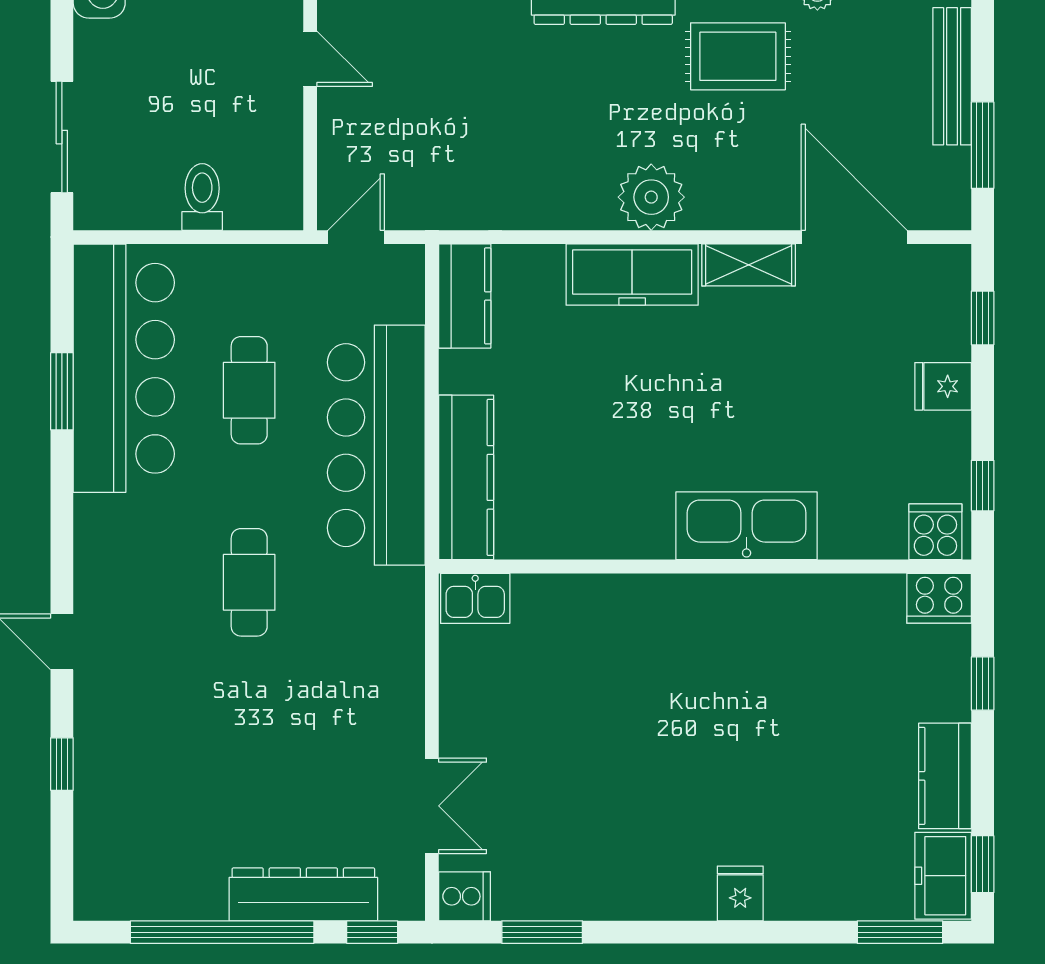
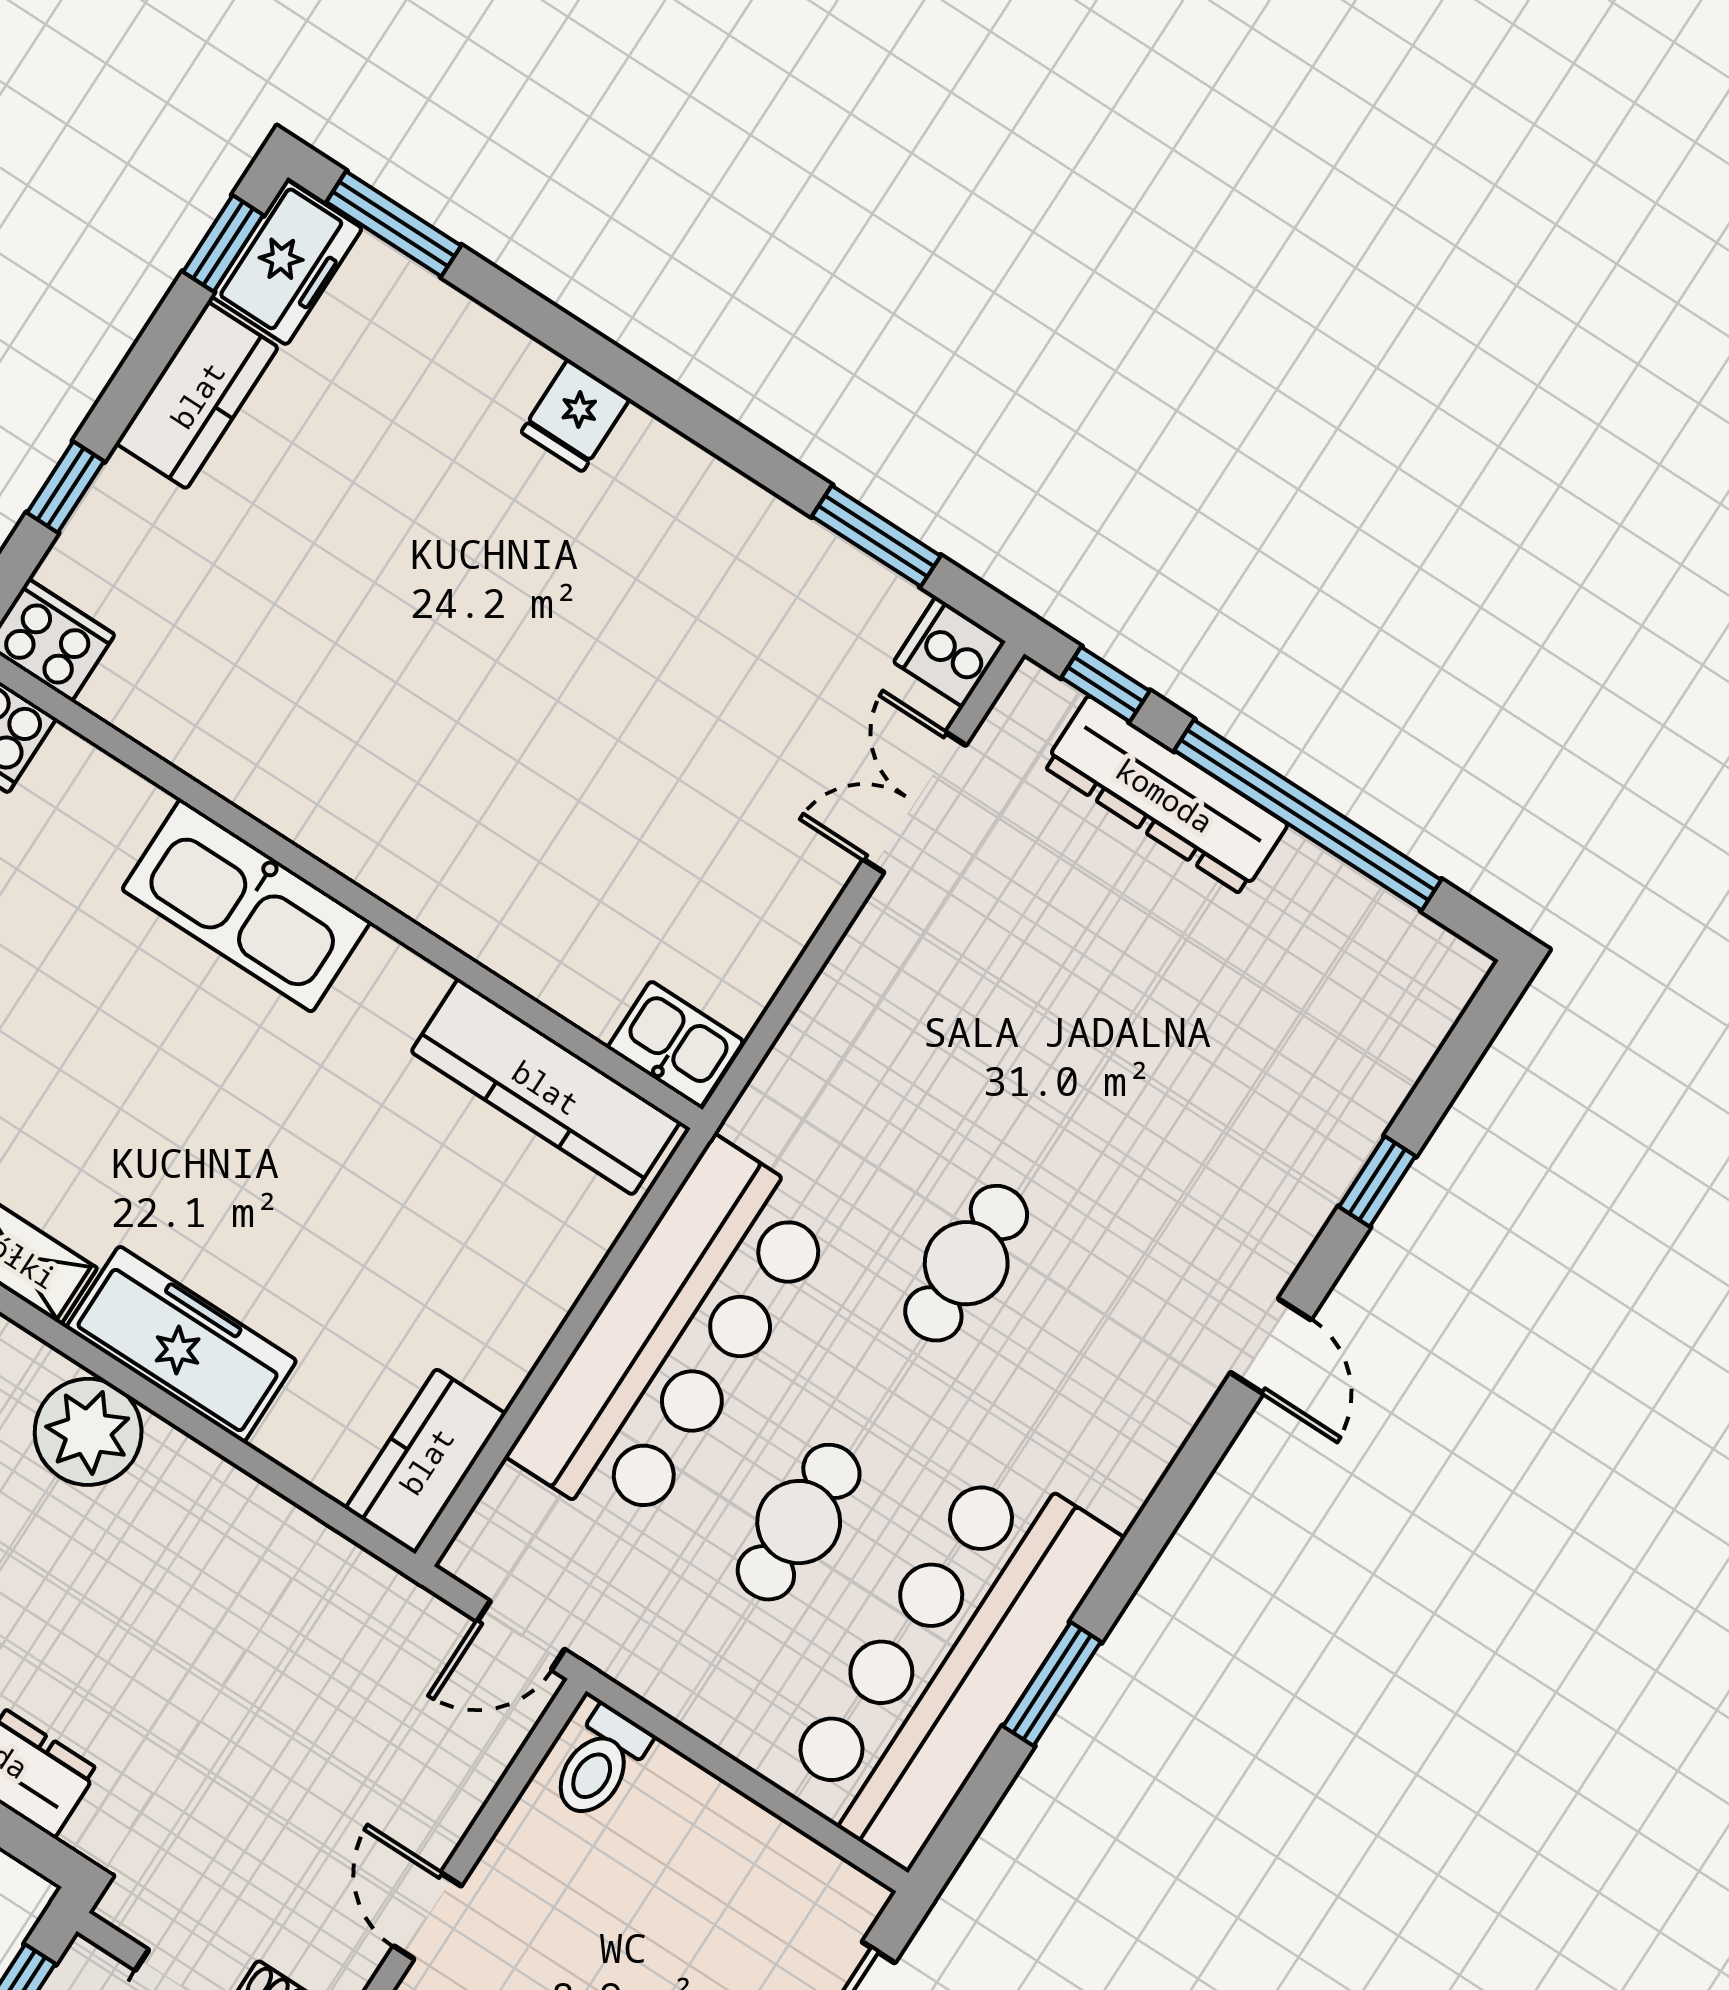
toilet: (202, 197) -> (600, 1763), moved
kitchen counter: (466, 477) -> (546, 1087), moved, turned -90

